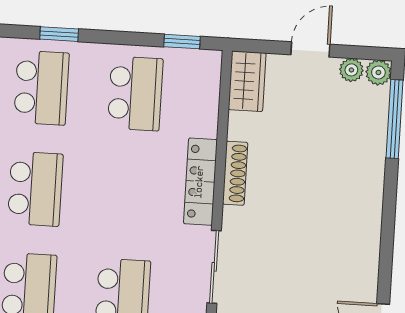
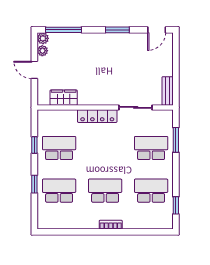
window: (182, 42) -> (34, 145), moved
wardrobe: (247, 81) -> (64, 98), moved
shoe rack: (235, 173) -> (93, 101), removed
window: (387, 238) -> (117, 30), added

